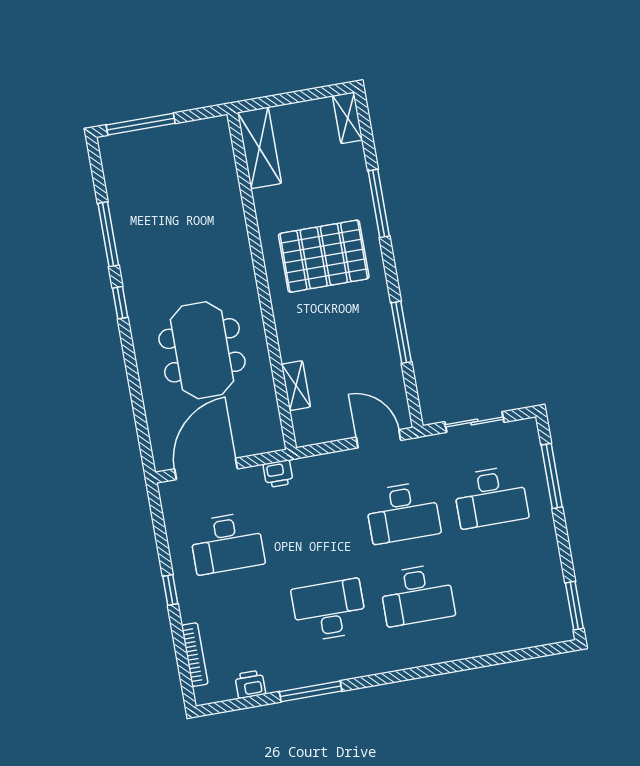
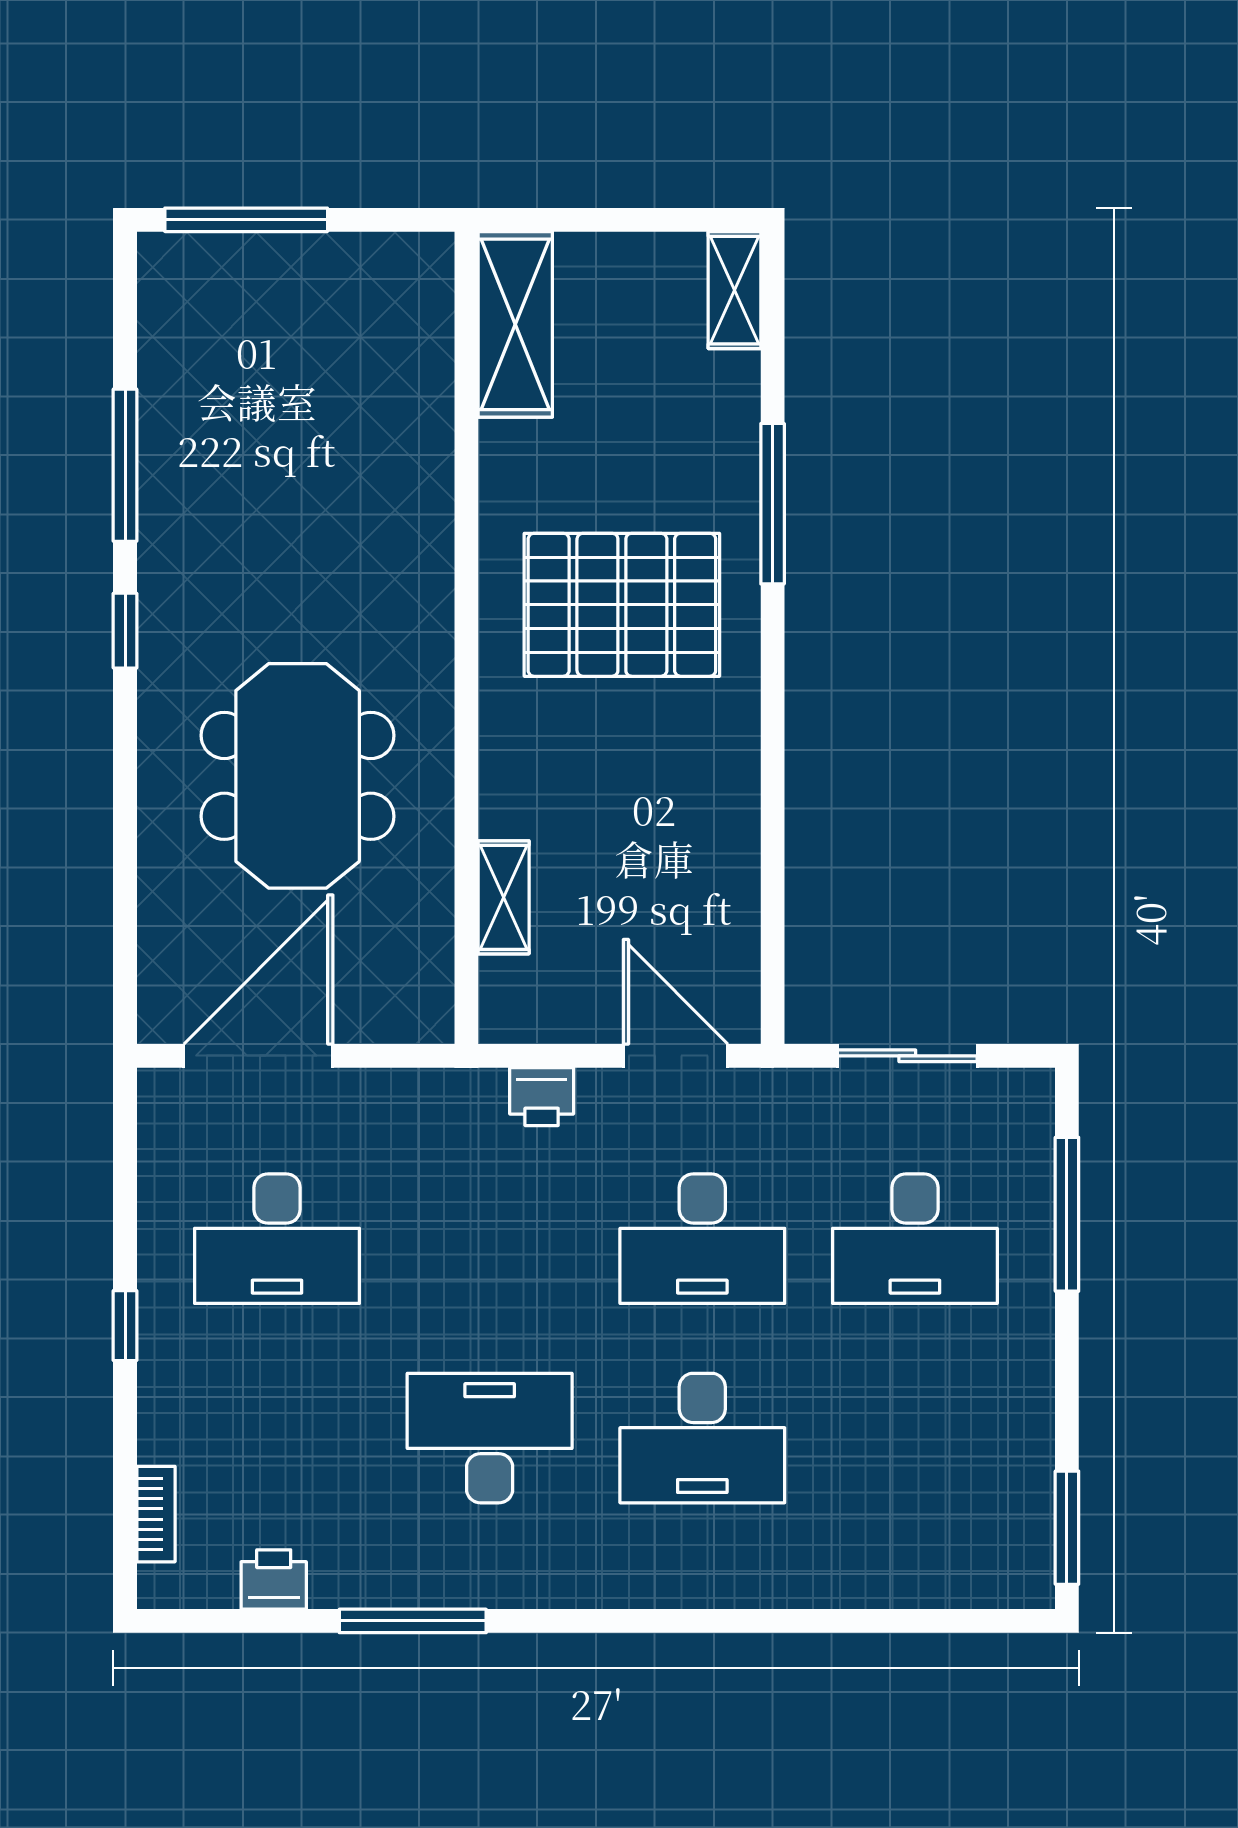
window: (401, 332) -> (773, 815), removed
printer: (278, 474) -> (542, 1097), moved
bookcase: (195, 655) -> (156, 1514), width x0.64

